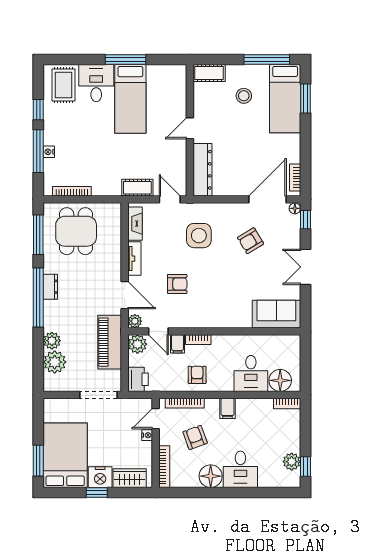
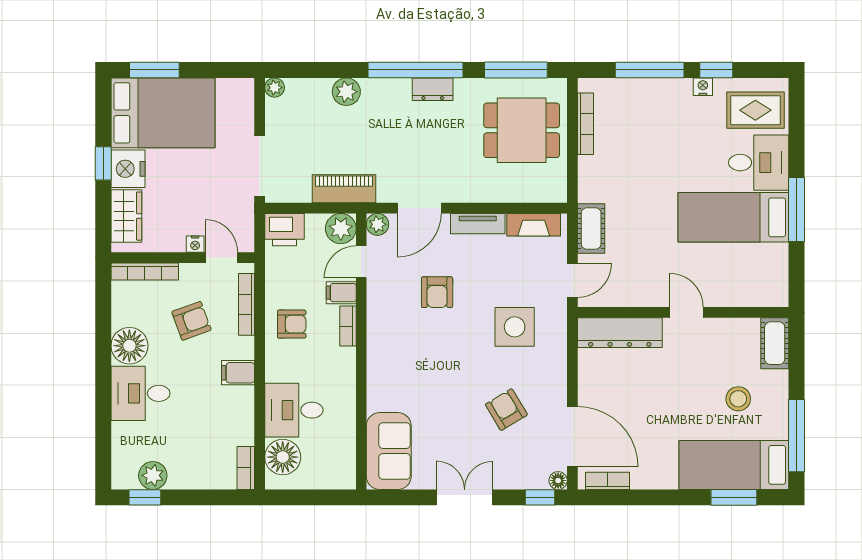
nightstand: (49, 152) -> (703, 87), moved
piano: (110, 342) -> (344, 189), width x0.73, depth x0.75
plant: (55, 362) -> (275, 88), moved, width x0.53, depth x0.53

